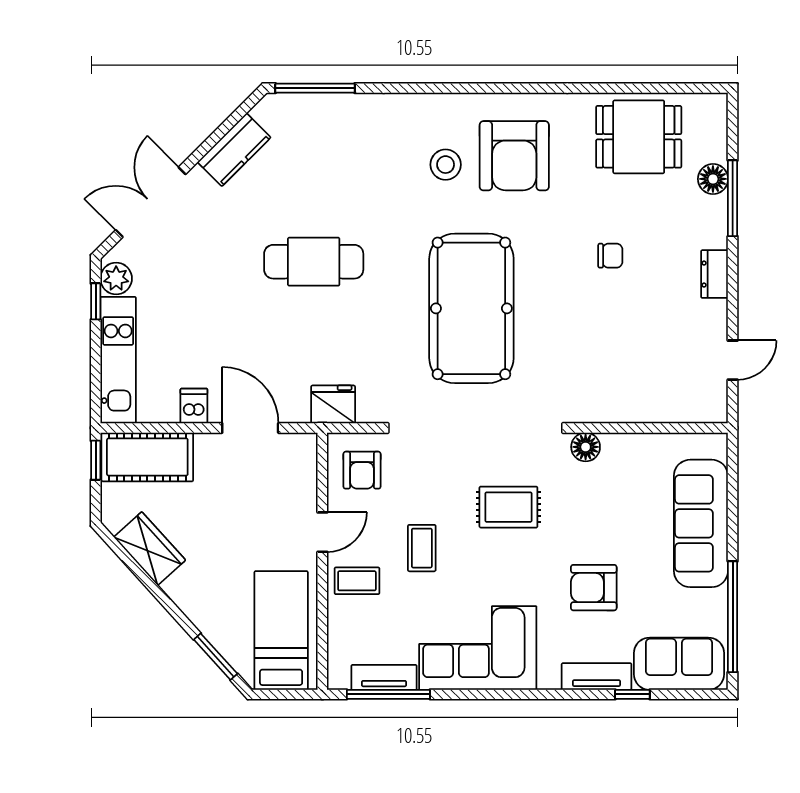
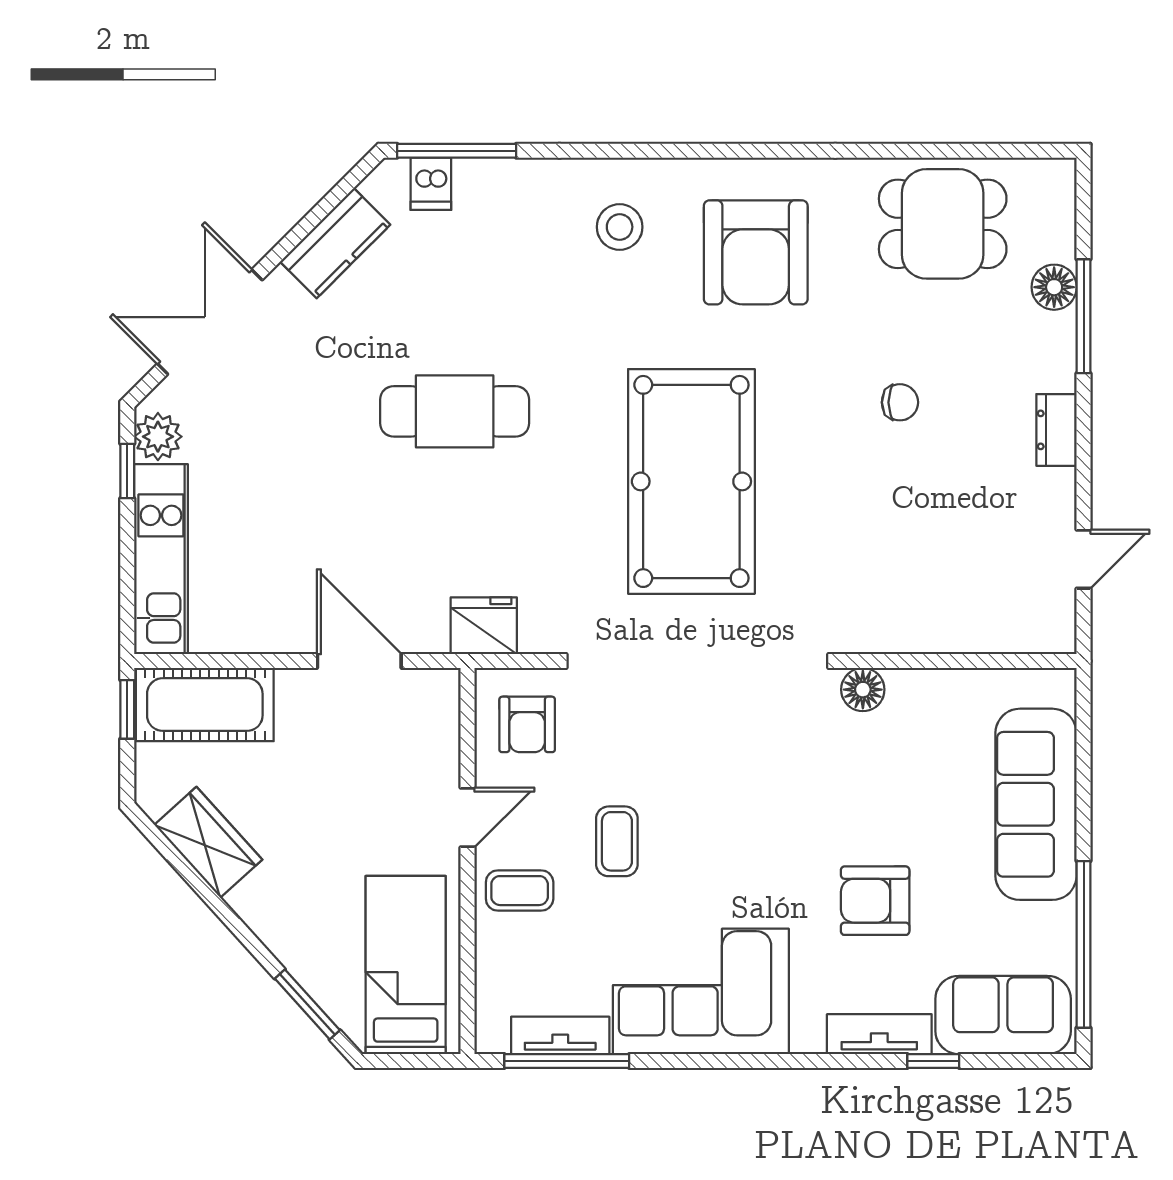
stool: (446, 165) -> (620, 227), moved
dishwasher: (194, 406) -> (431, 184), moved, turned 180
rug: (508, 507) -> (747, 780), removed

